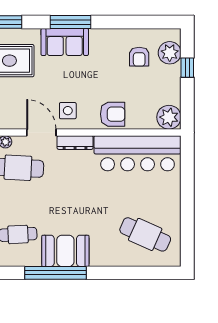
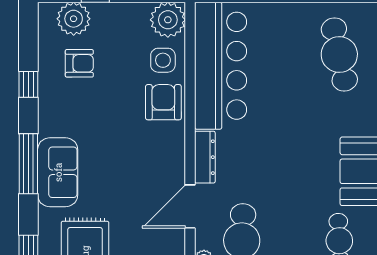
window: (125, 22) -> (28, 84), added
side table: (68, 111) -> (163, 60), moved
cafe table: (145, 234) -> (339, 54), turned -36

